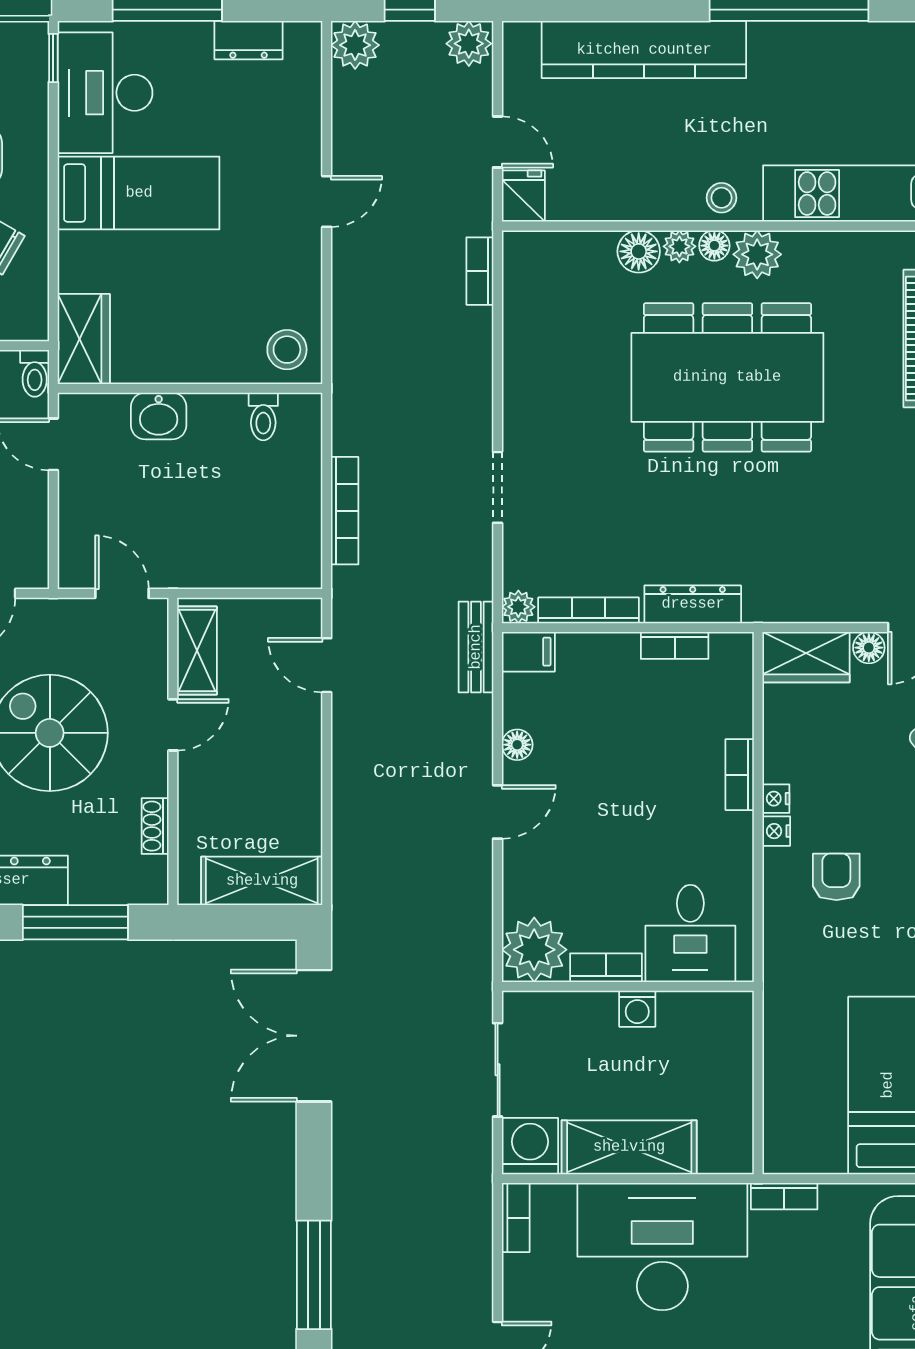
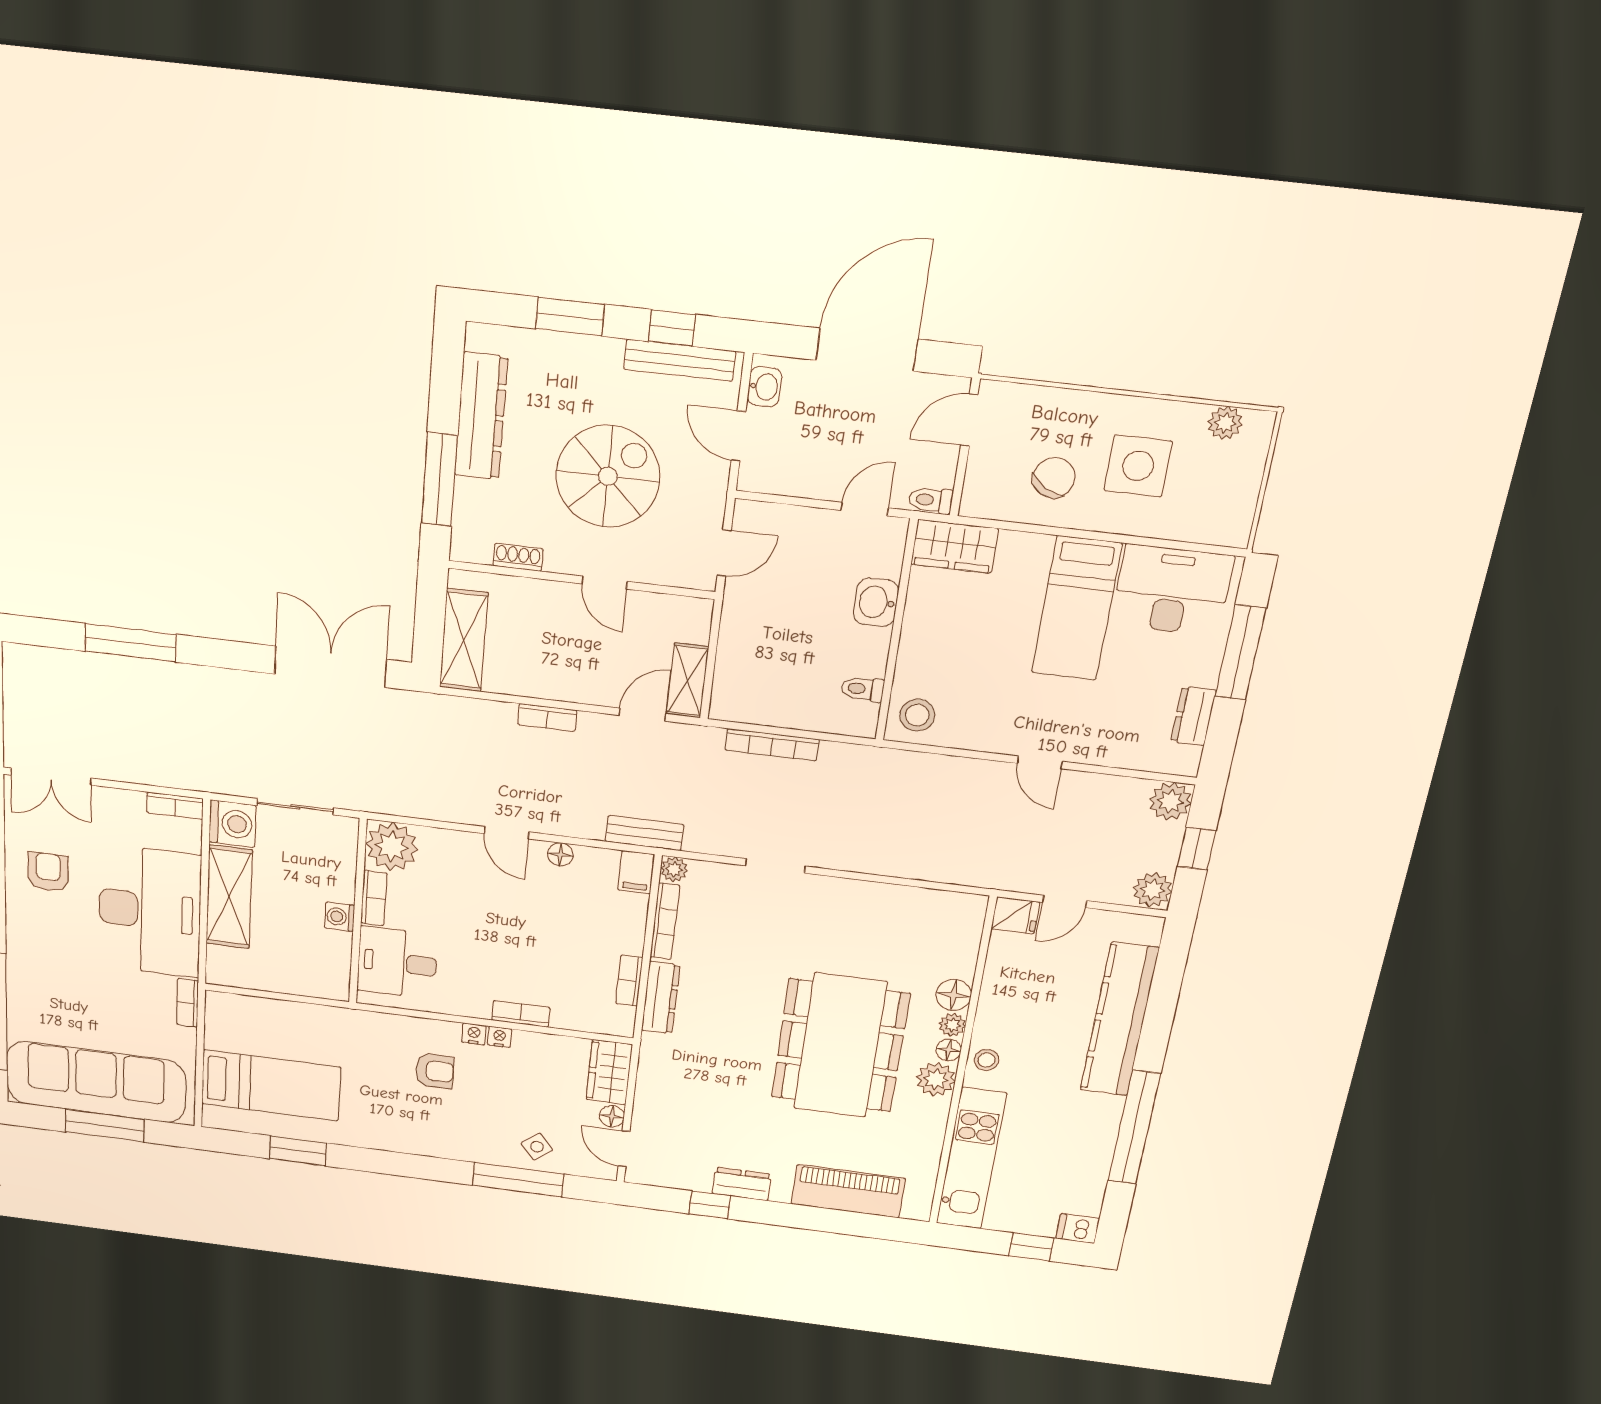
window: (53, 58) -> (1213, 549), removed
bookcase: (480, 271) -> (547, 717), moved, turned 180
shelving: (197, 651) -> (688, 681), moved, turned 90

